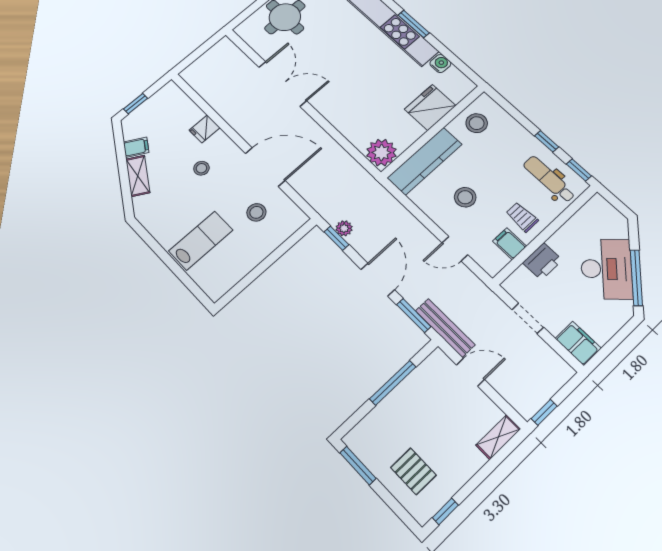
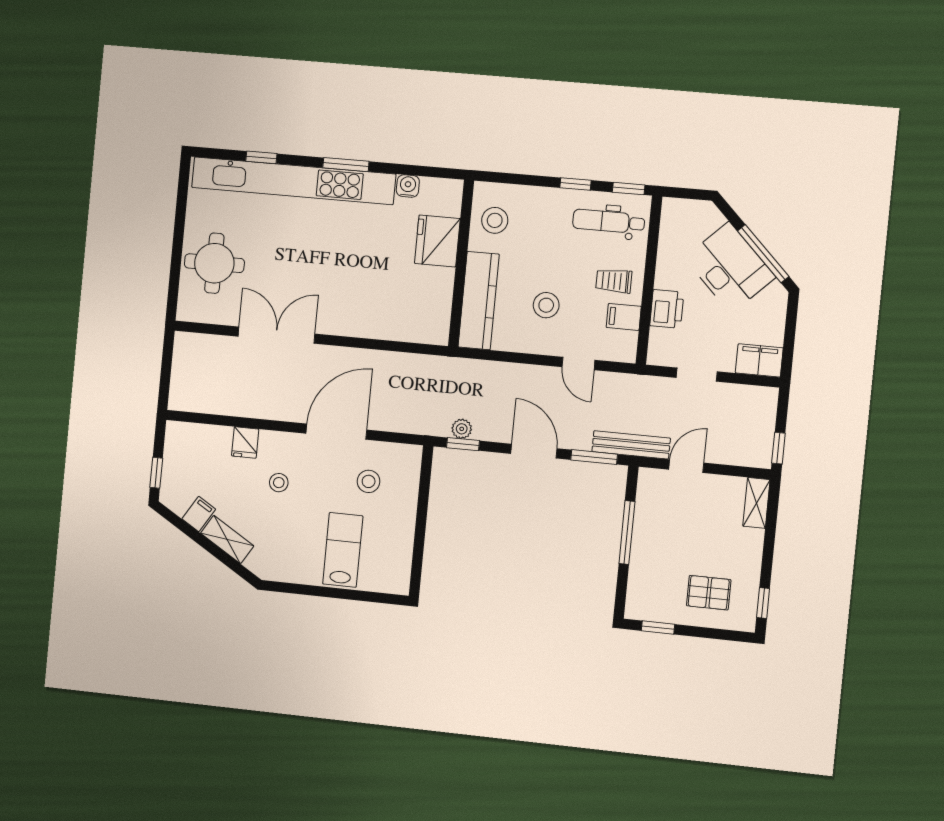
plant: (381, 153) -> (431, 326), removed
door: (455, 249) -> (578, 363), hinge flipped
window: (358, 466) -> (658, 627), width x0.67

